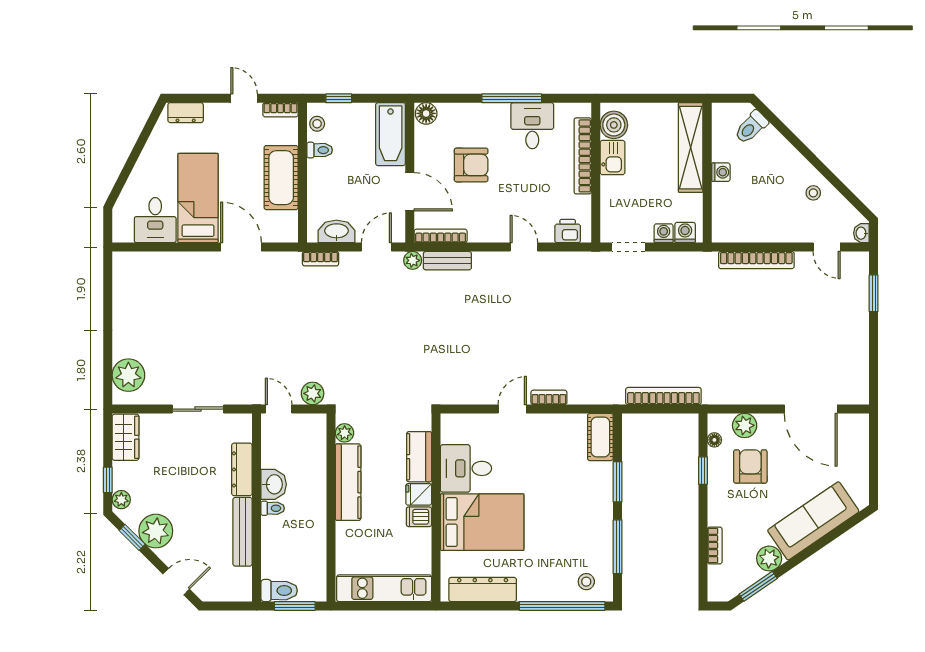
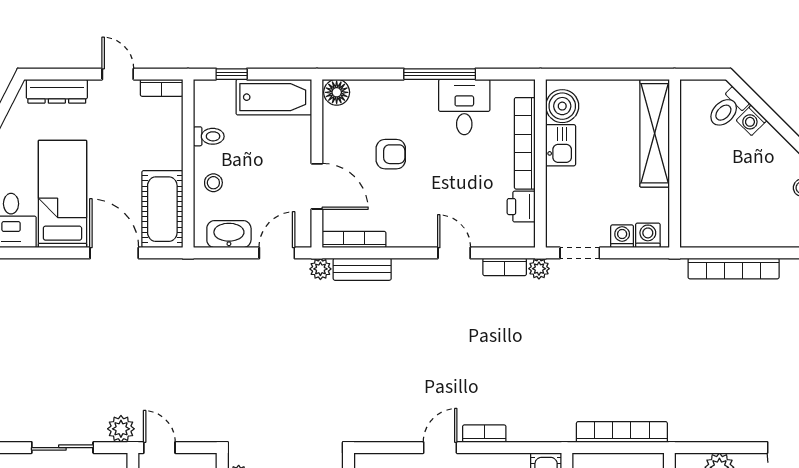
dresser: (186, 113) -> (57, 91), width x1.44
stool: (317, 124) -> (213, 183), moved
bathtub: (391, 134) -> (274, 97), moved, turned -90
armchair: (471, 165) -> (391, 154), width x0.72, depth x0.72
washing machine: (721, 172) -> (752, 120), moved, turned 135
cot: (281, 178) -> (162, 209), moved
printer: (568, 231) -> (521, 207), moved, turned -90
bookcase: (321, 259) -> (505, 267), moved
plant: (594, 260) -> (539, 269), added
plant: (313, 393) -> (121, 429), moved

